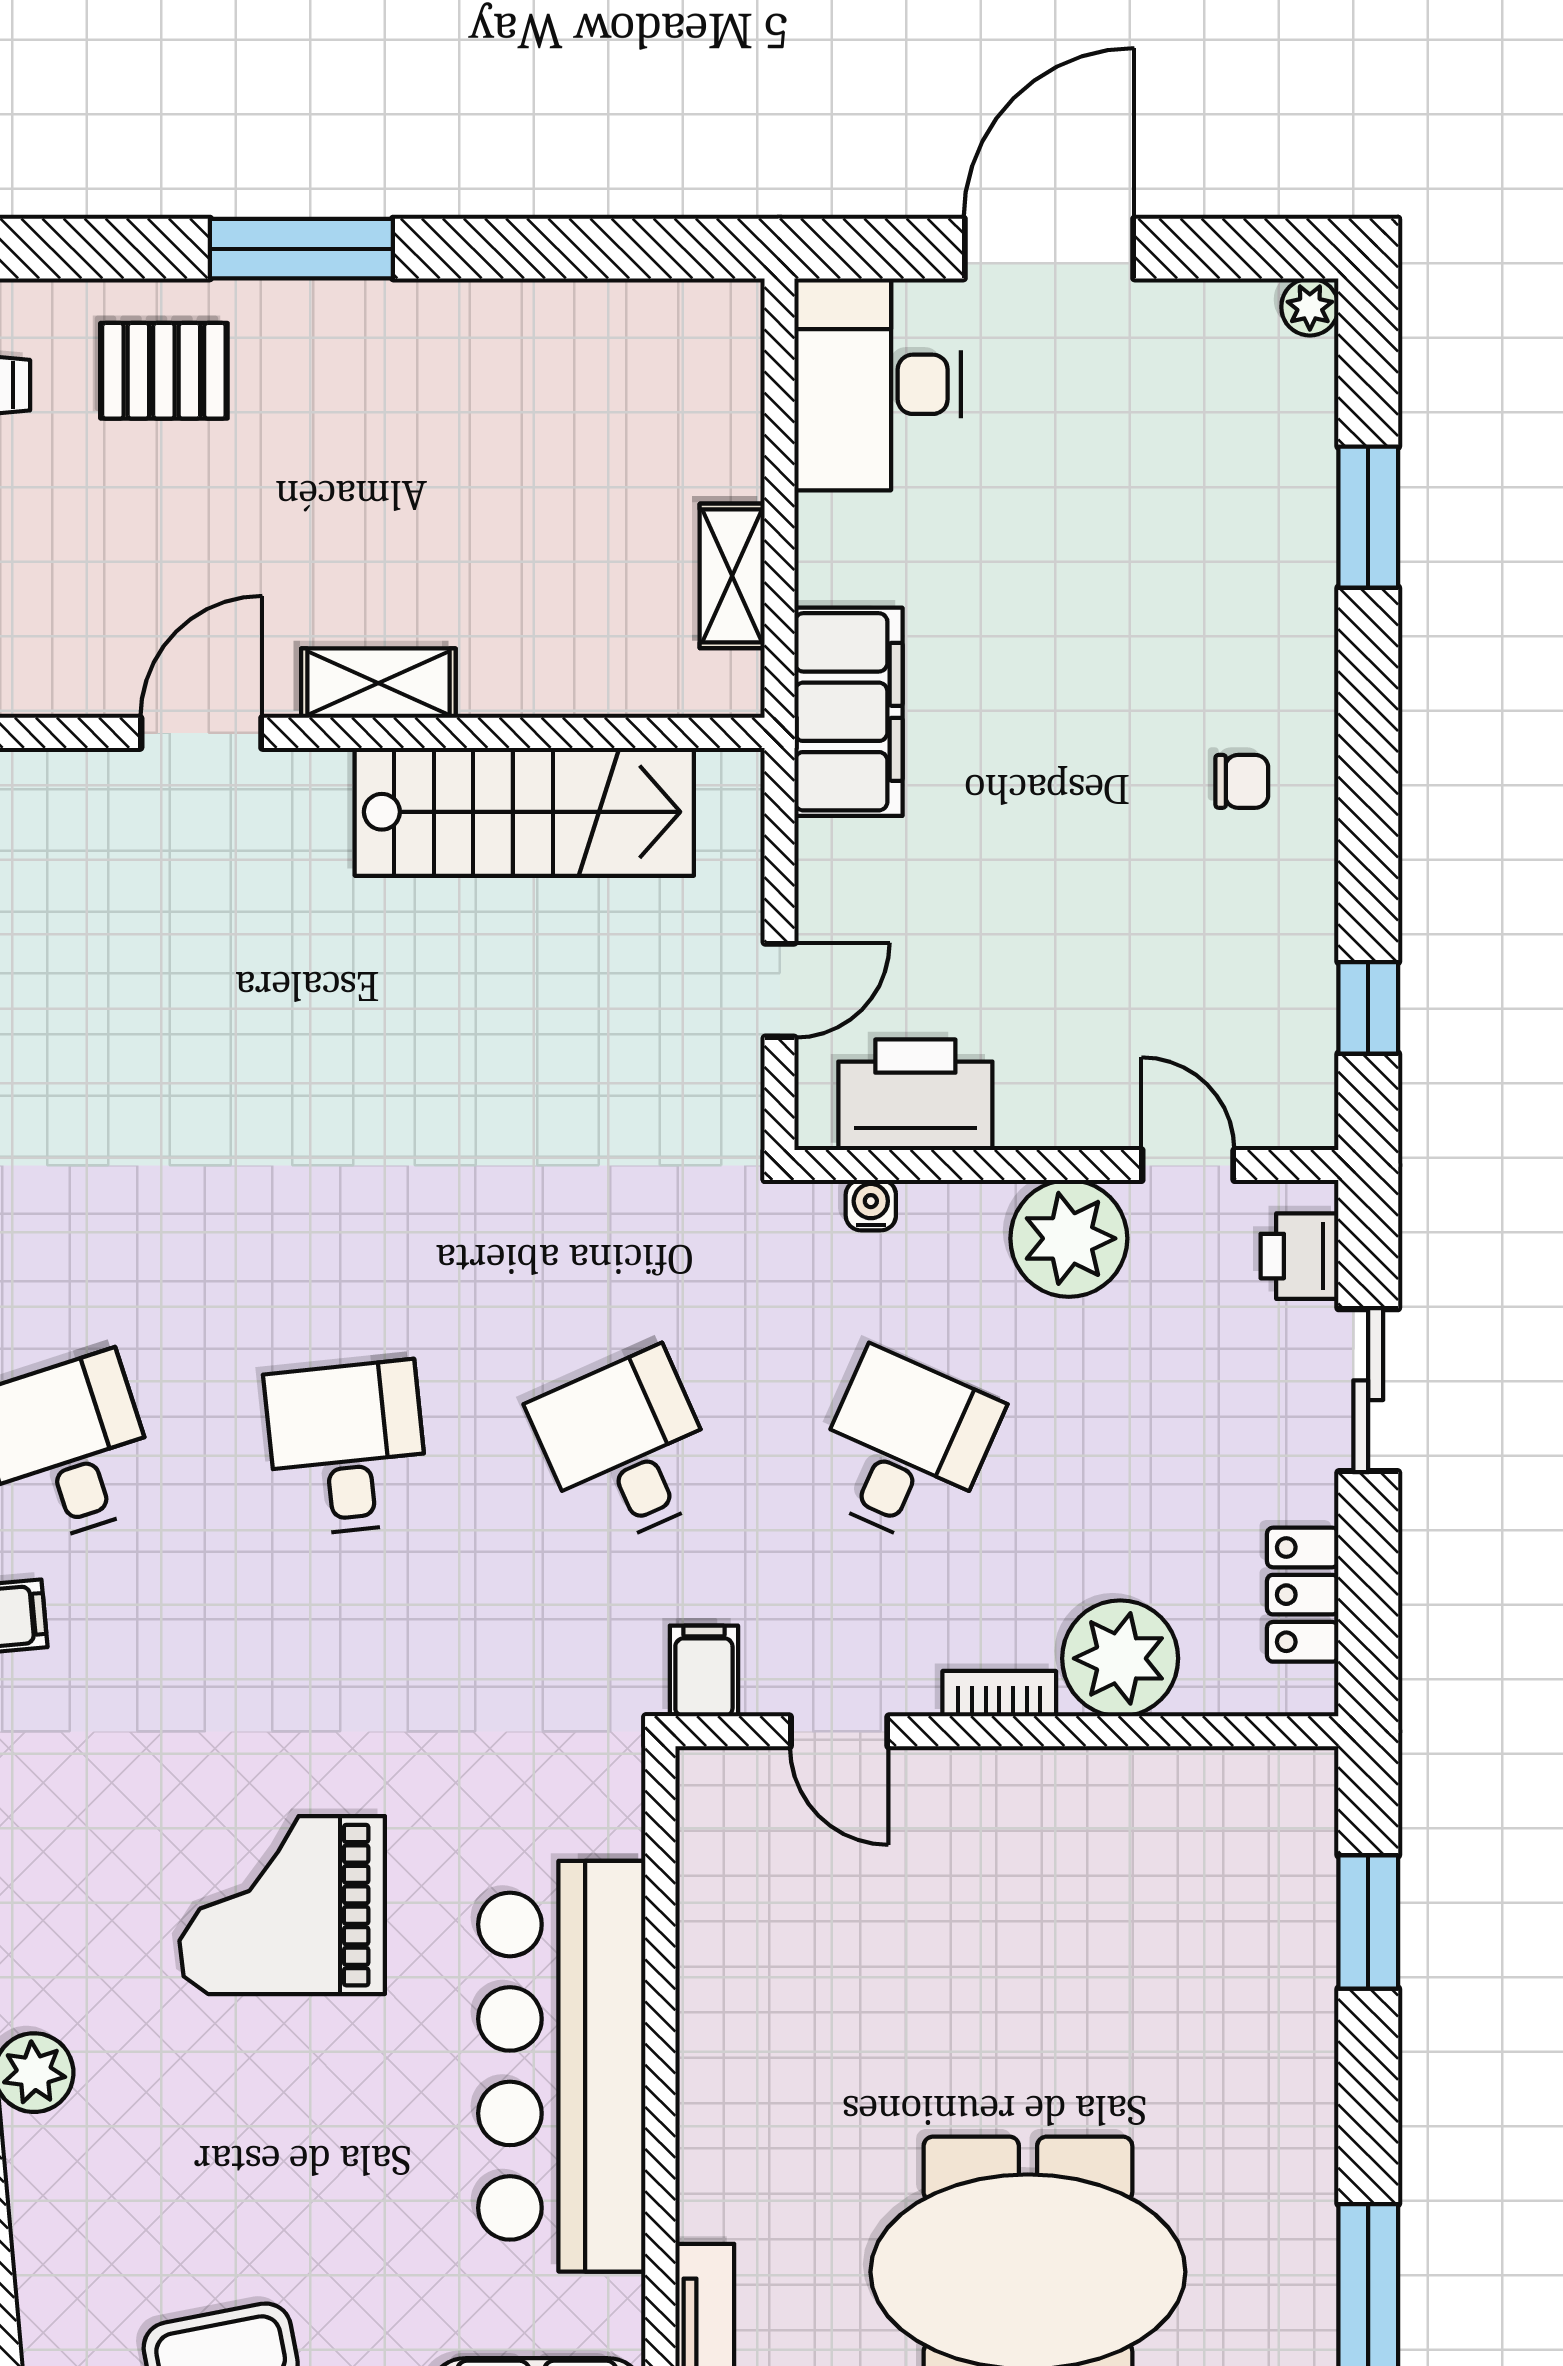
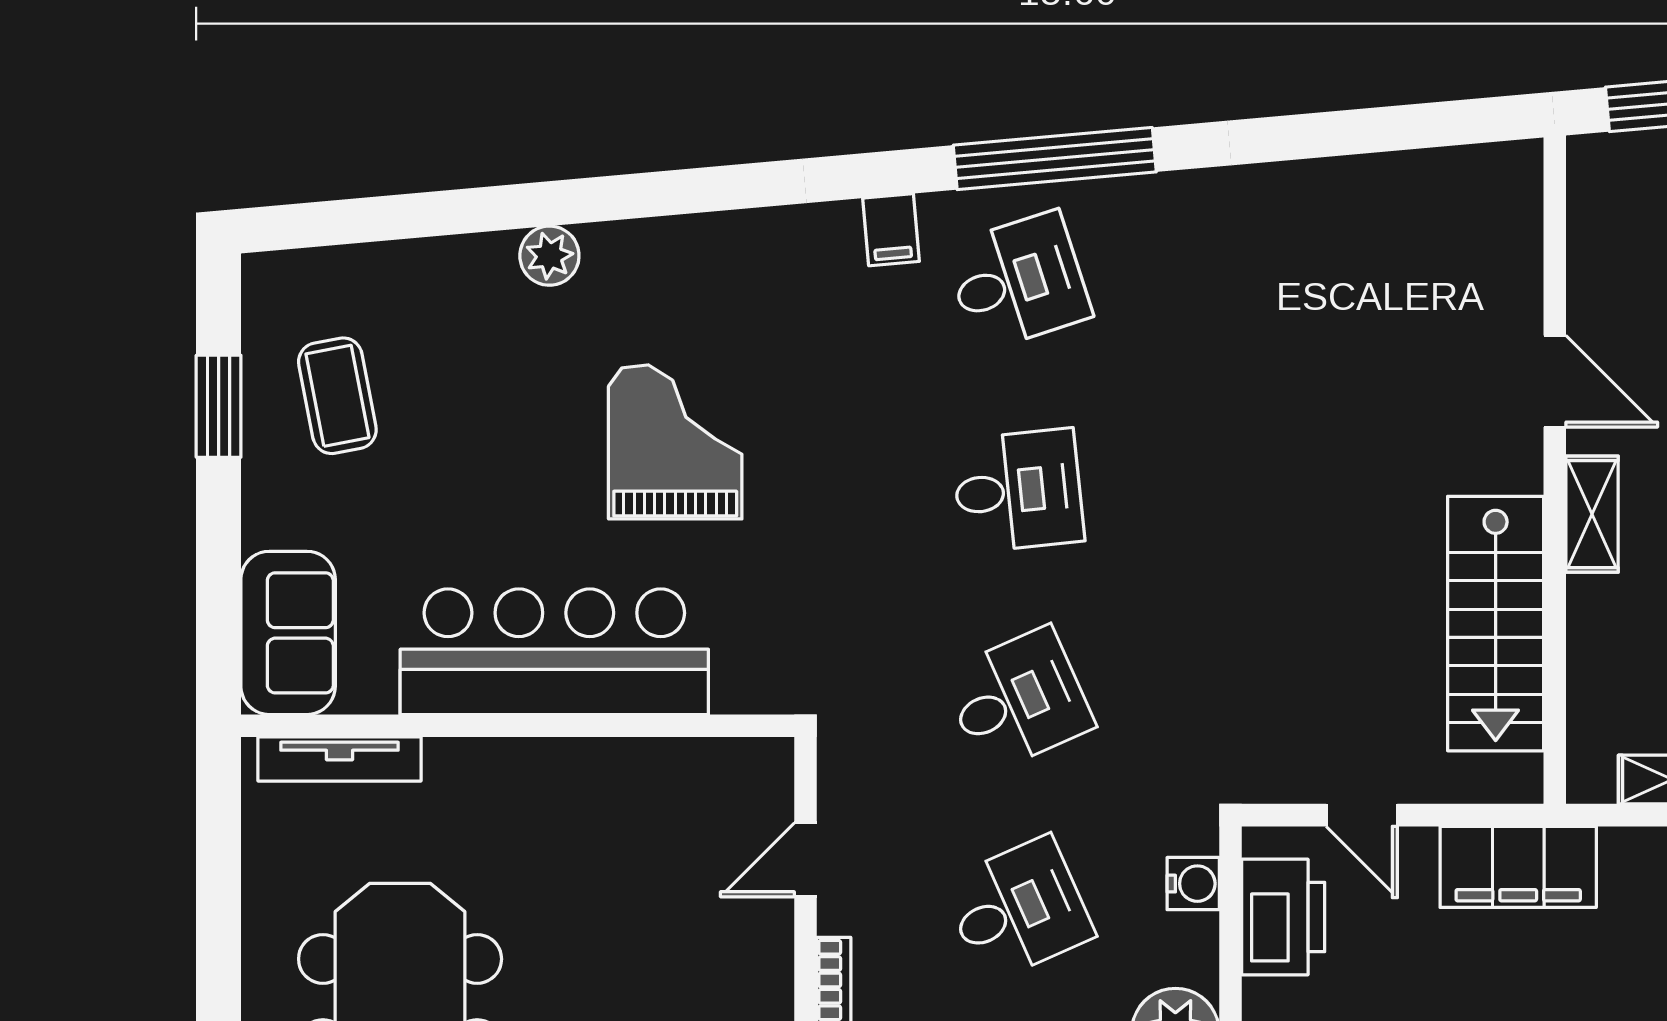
filing cabinet: (849, 712) -> (1518, 867), moved
water cooler: (871, 1205) -> (1193, 884), width x1.38, depth x1.38
desk: (905, 1448) -> (1018, 909), turned -48
filing cabinet: (704, 1671) -> (851, 758), removed

